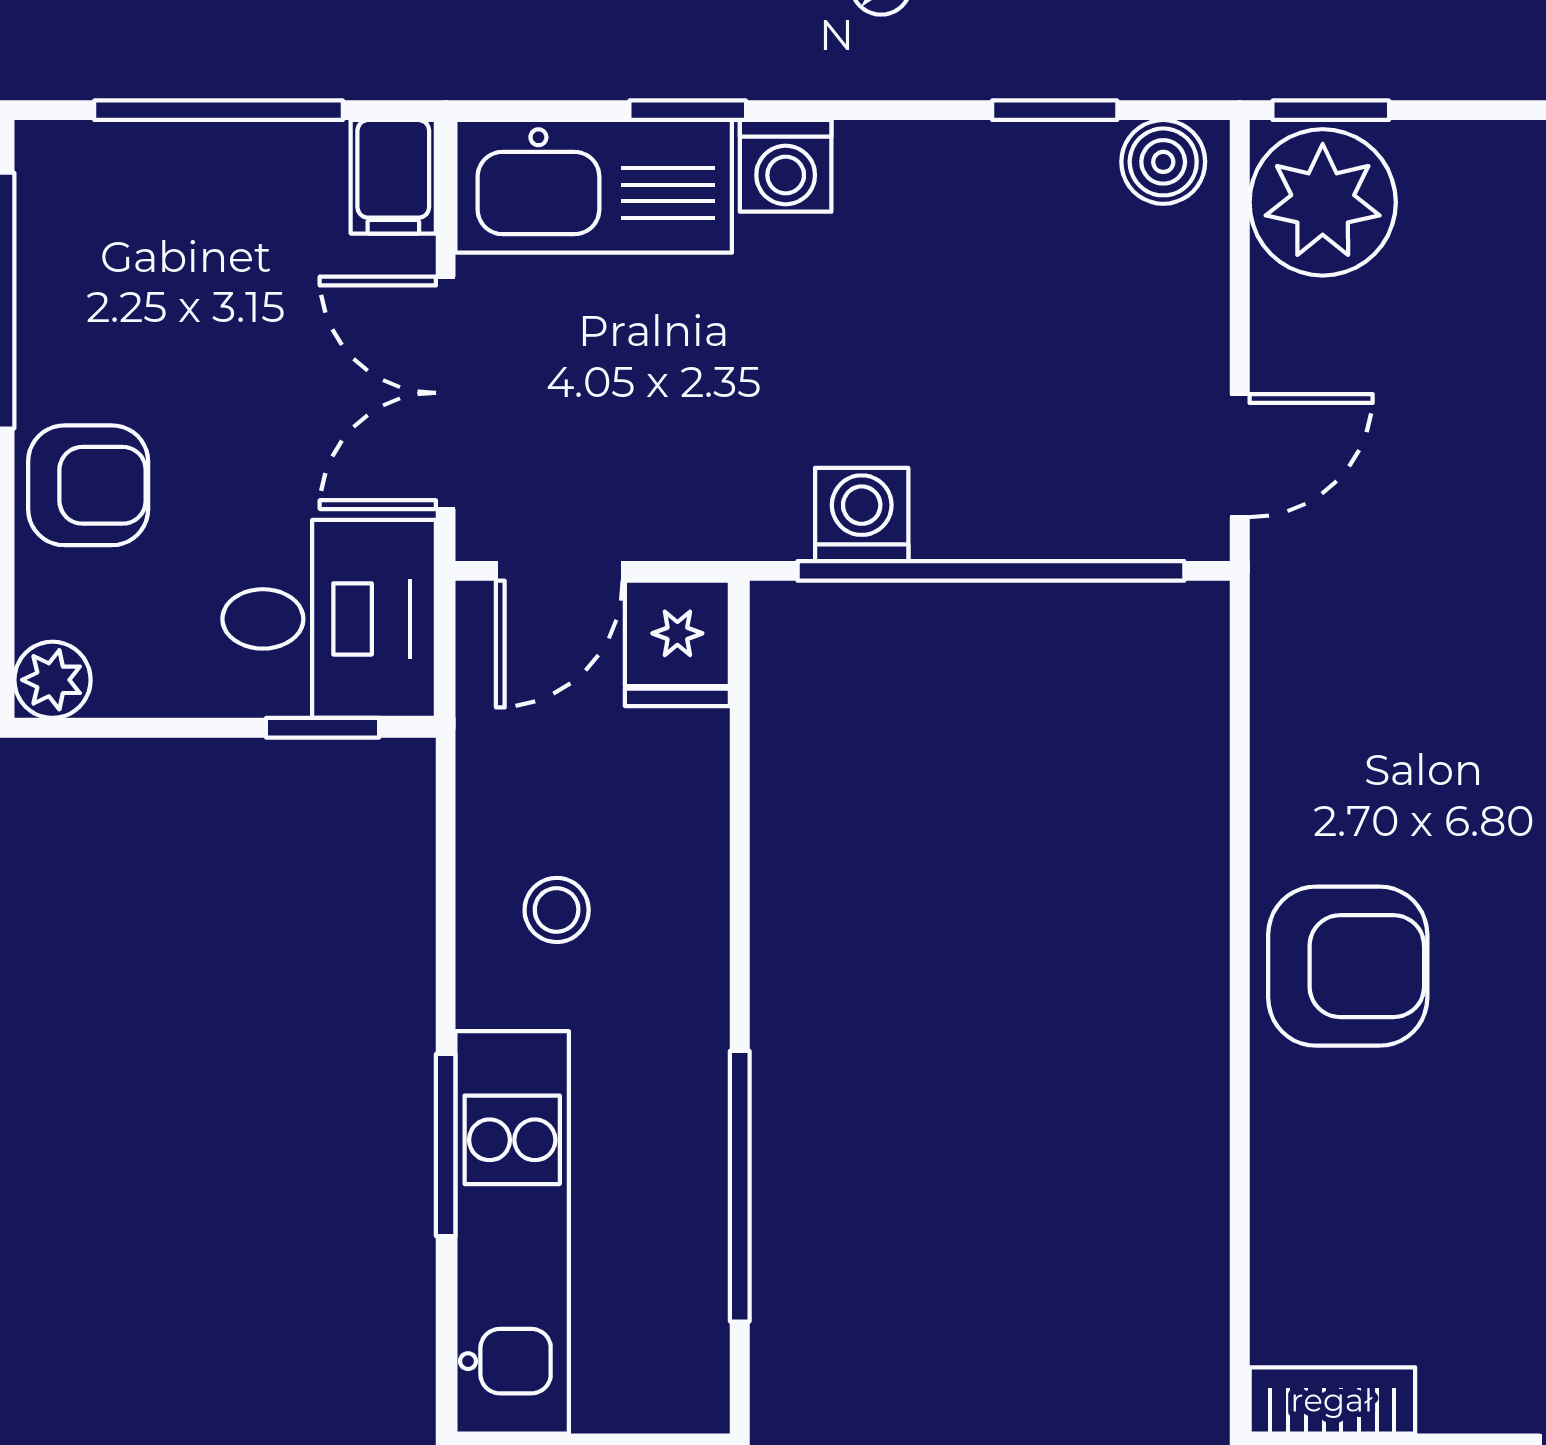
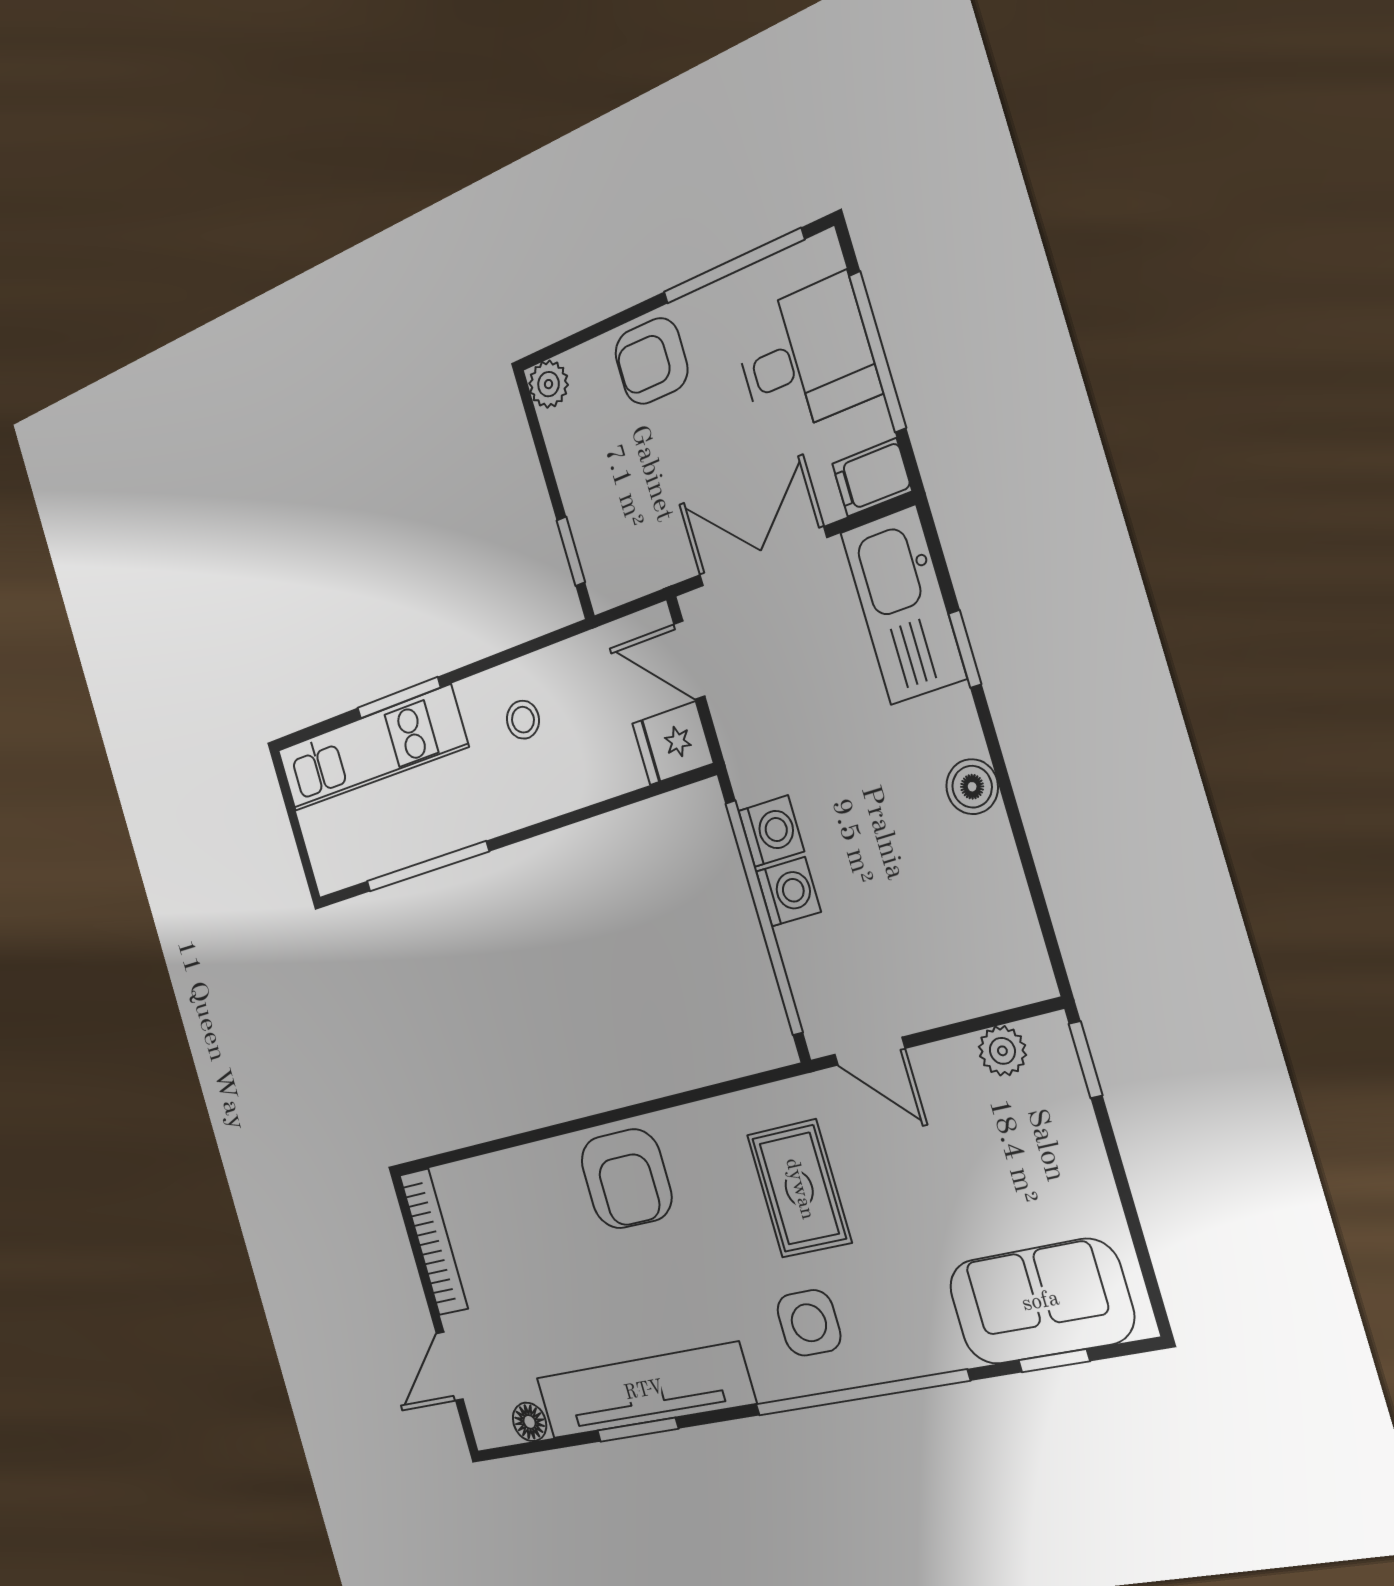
window: (1055, 110) -> (1034, 883), removed
boiler: (1163, 162) -> (972, 787), moved
washing machine: (786, 166) -> (788, 892), moved, turned 180
plant: (1323, 202) -> (1002, 1051), width x0.53, depth x0.53
armchair: (88, 485) -> (651, 361), turned 90
desk: (329, 619) -> (805, 357), moved, turned -90
rug: (1427, 648) -> (799, 1189), added
bookcase: (1332, 1400) -> (434, 1242), width x1.56

